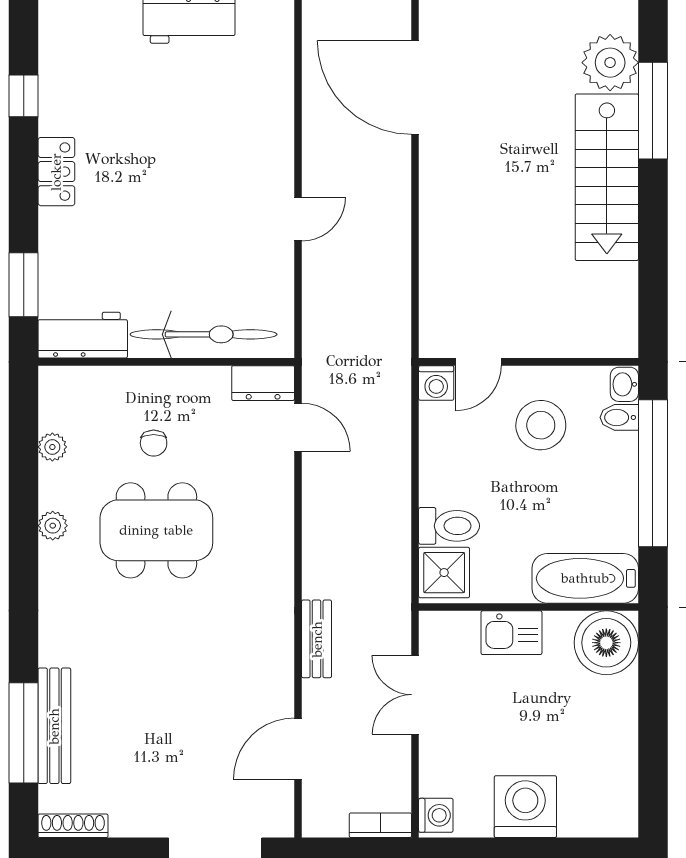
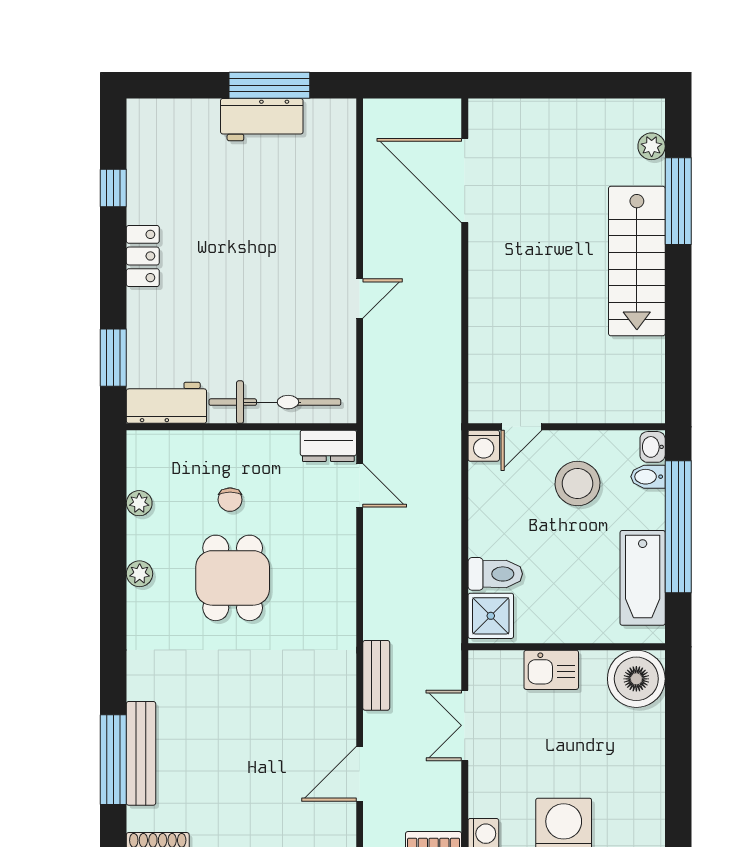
plant: (610, 63) -> (652, 146), width x0.53, depth x0.53
dining table: (156, 530) -> (233, 578), width x0.73
bathtub: (585, 578) -> (643, 578), moved, turned -90

